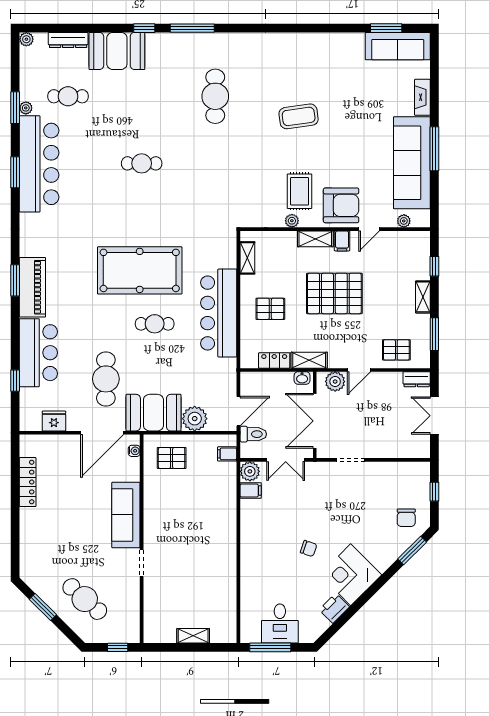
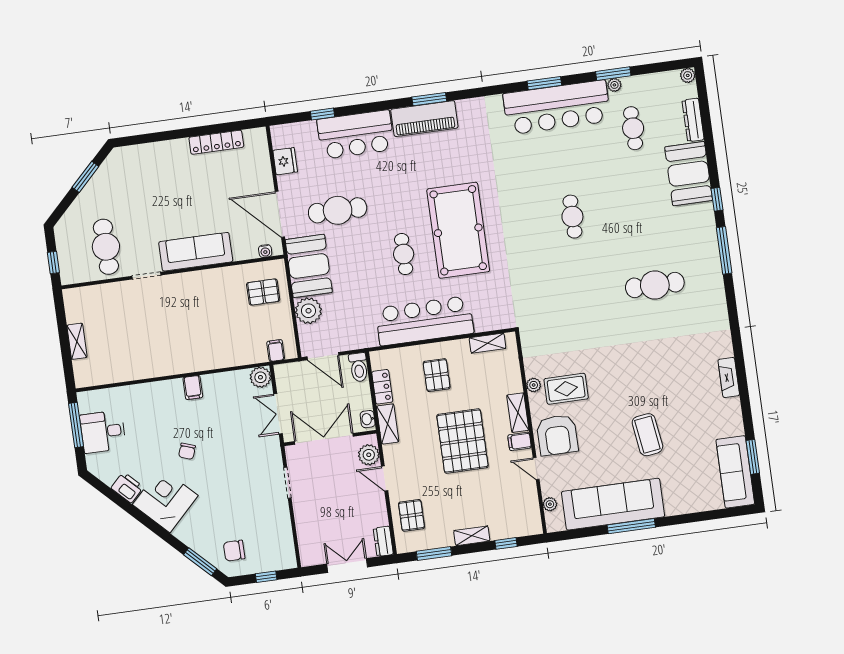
fireplace: (422, 97) -> (729, 377), moved, turned -90
coffee table: (299, 116) -> (647, 435), moved
toilet: (253, 434) -> (359, 367), moved
pallet: (172, 458) -> (263, 292), turned 90
filing cabinet: (251, 490) -> (193, 388), moved
cafe table: (85, 599) -> (106, 247), moved, turned -43

